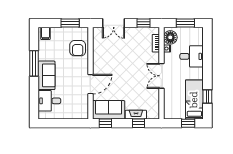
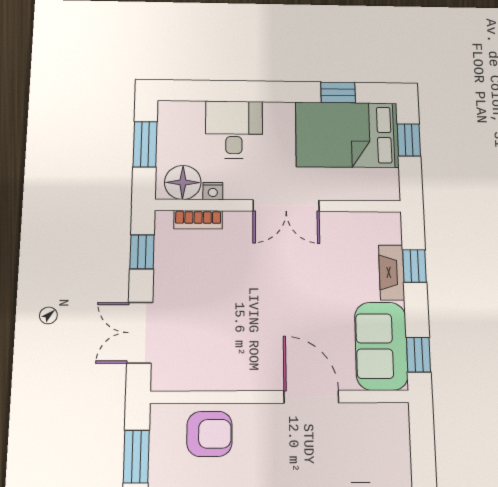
double door: (114, 23) -> (140, 333), swing flipped
bed: (194, 100) -> (347, 135), width x1.50

